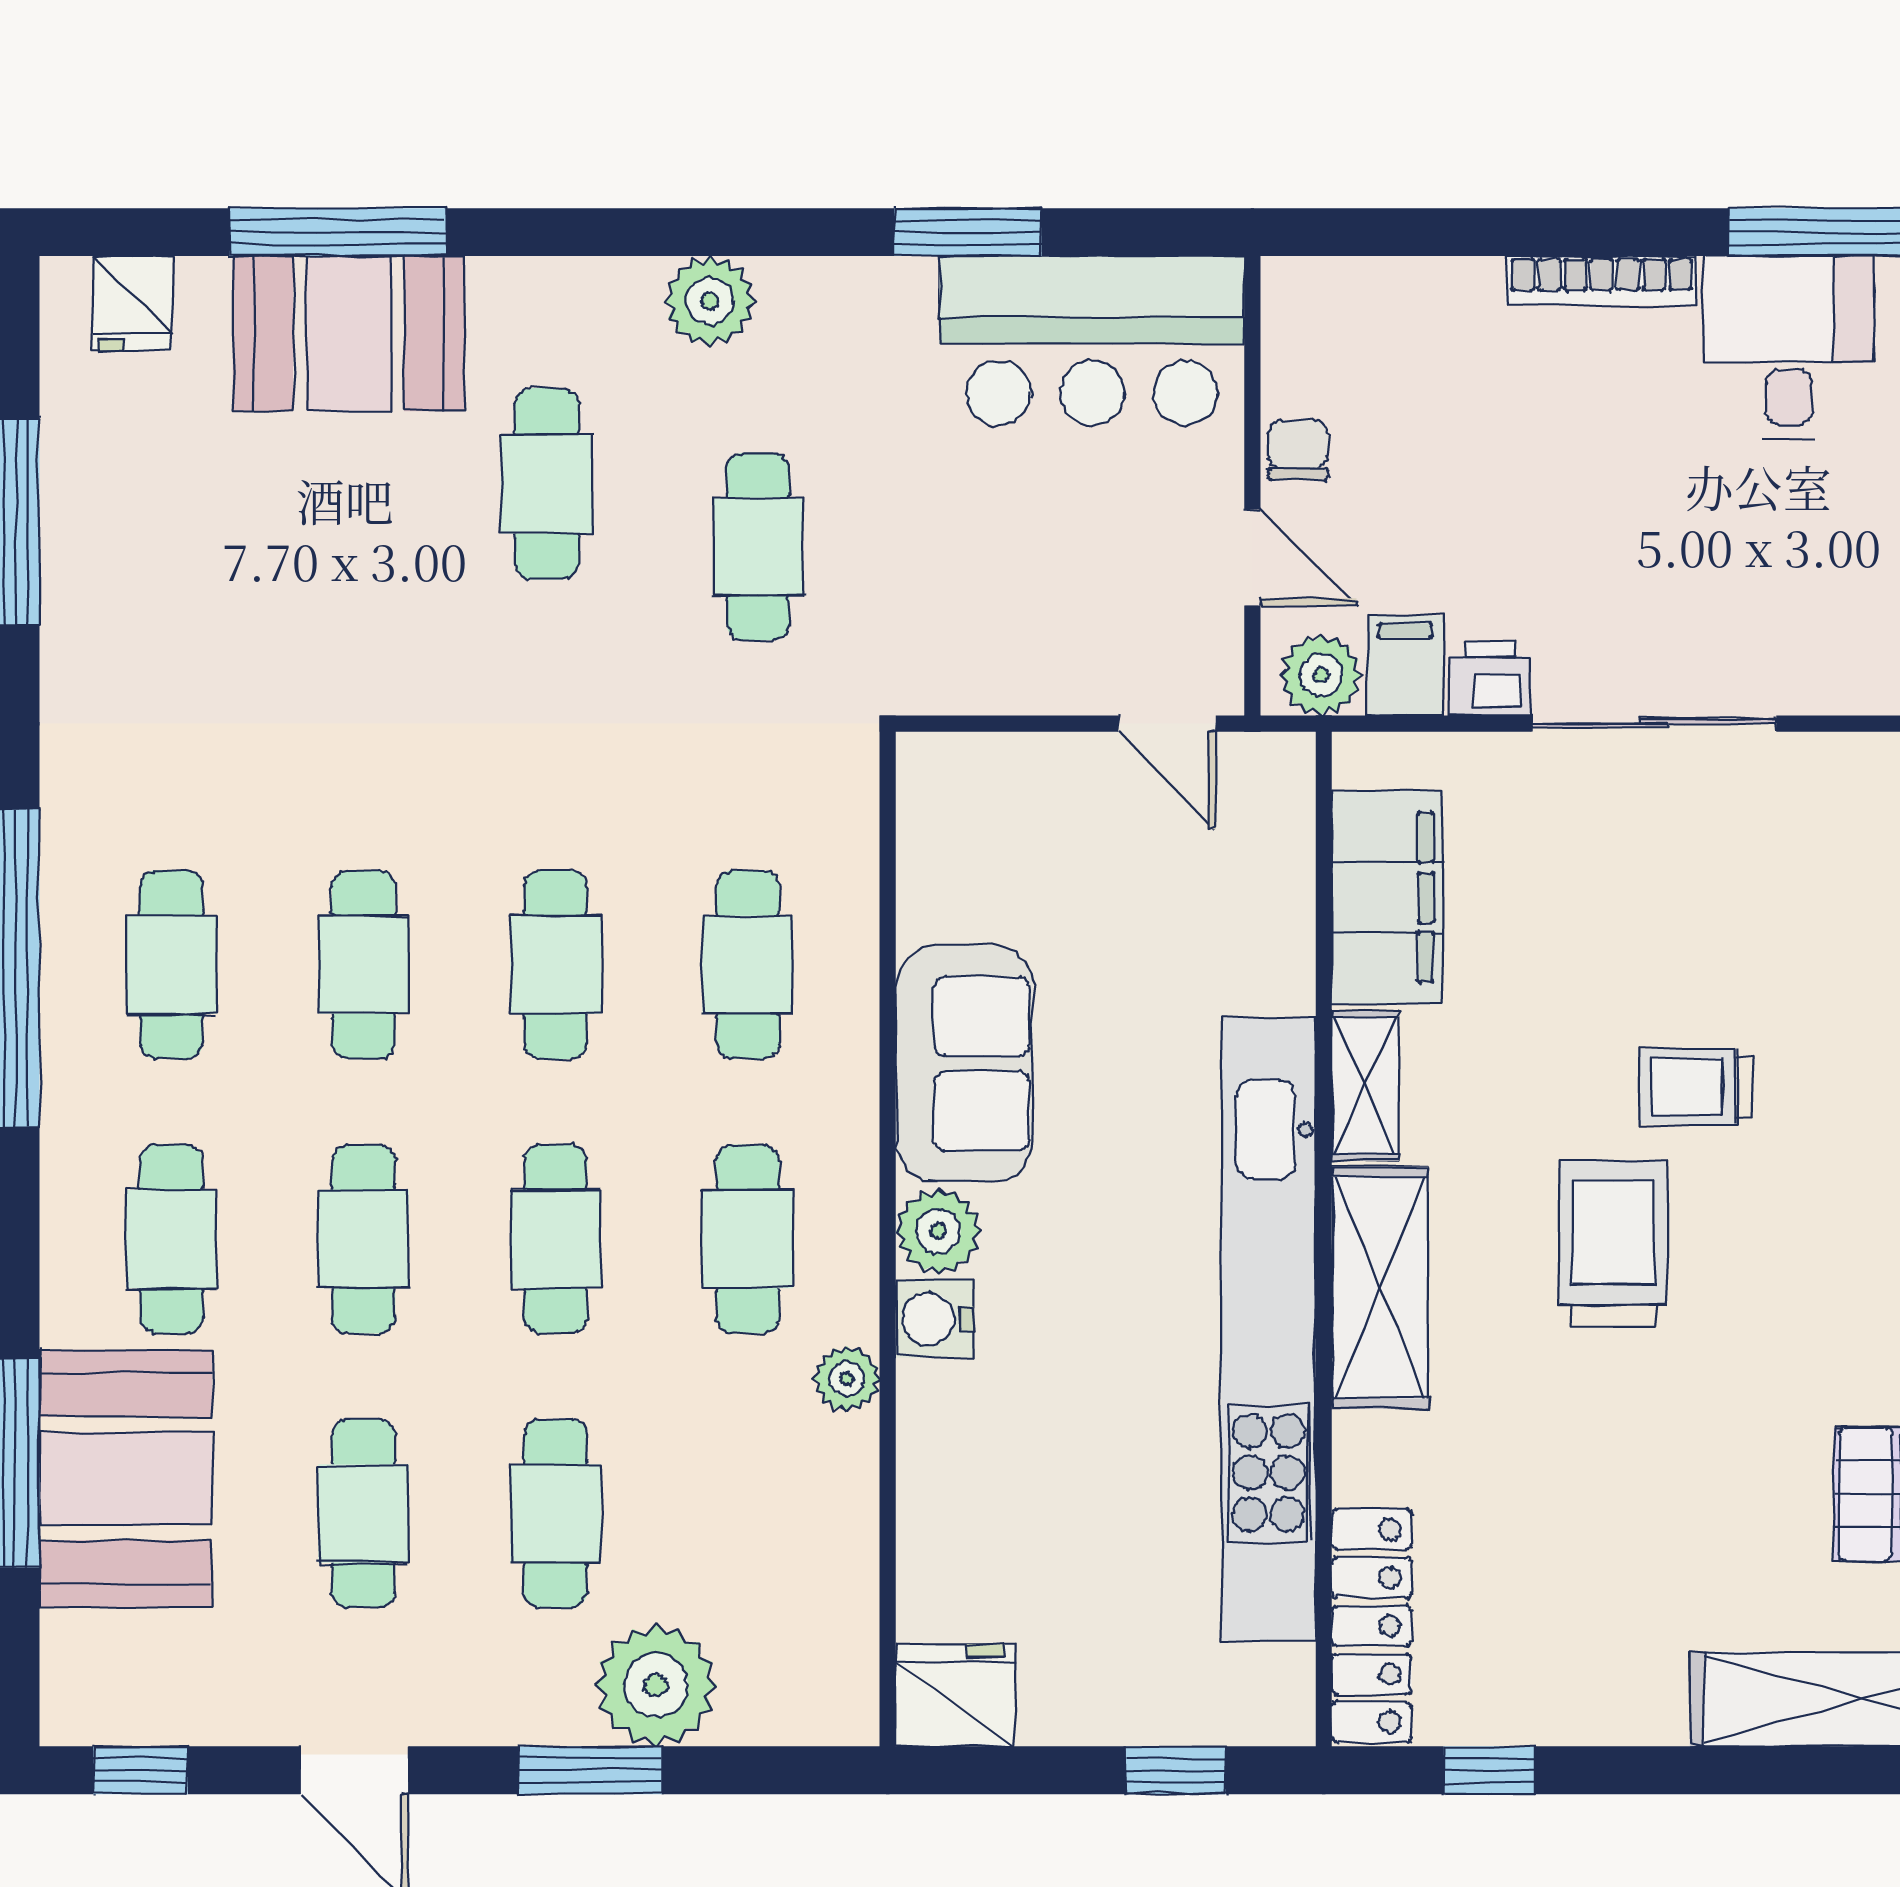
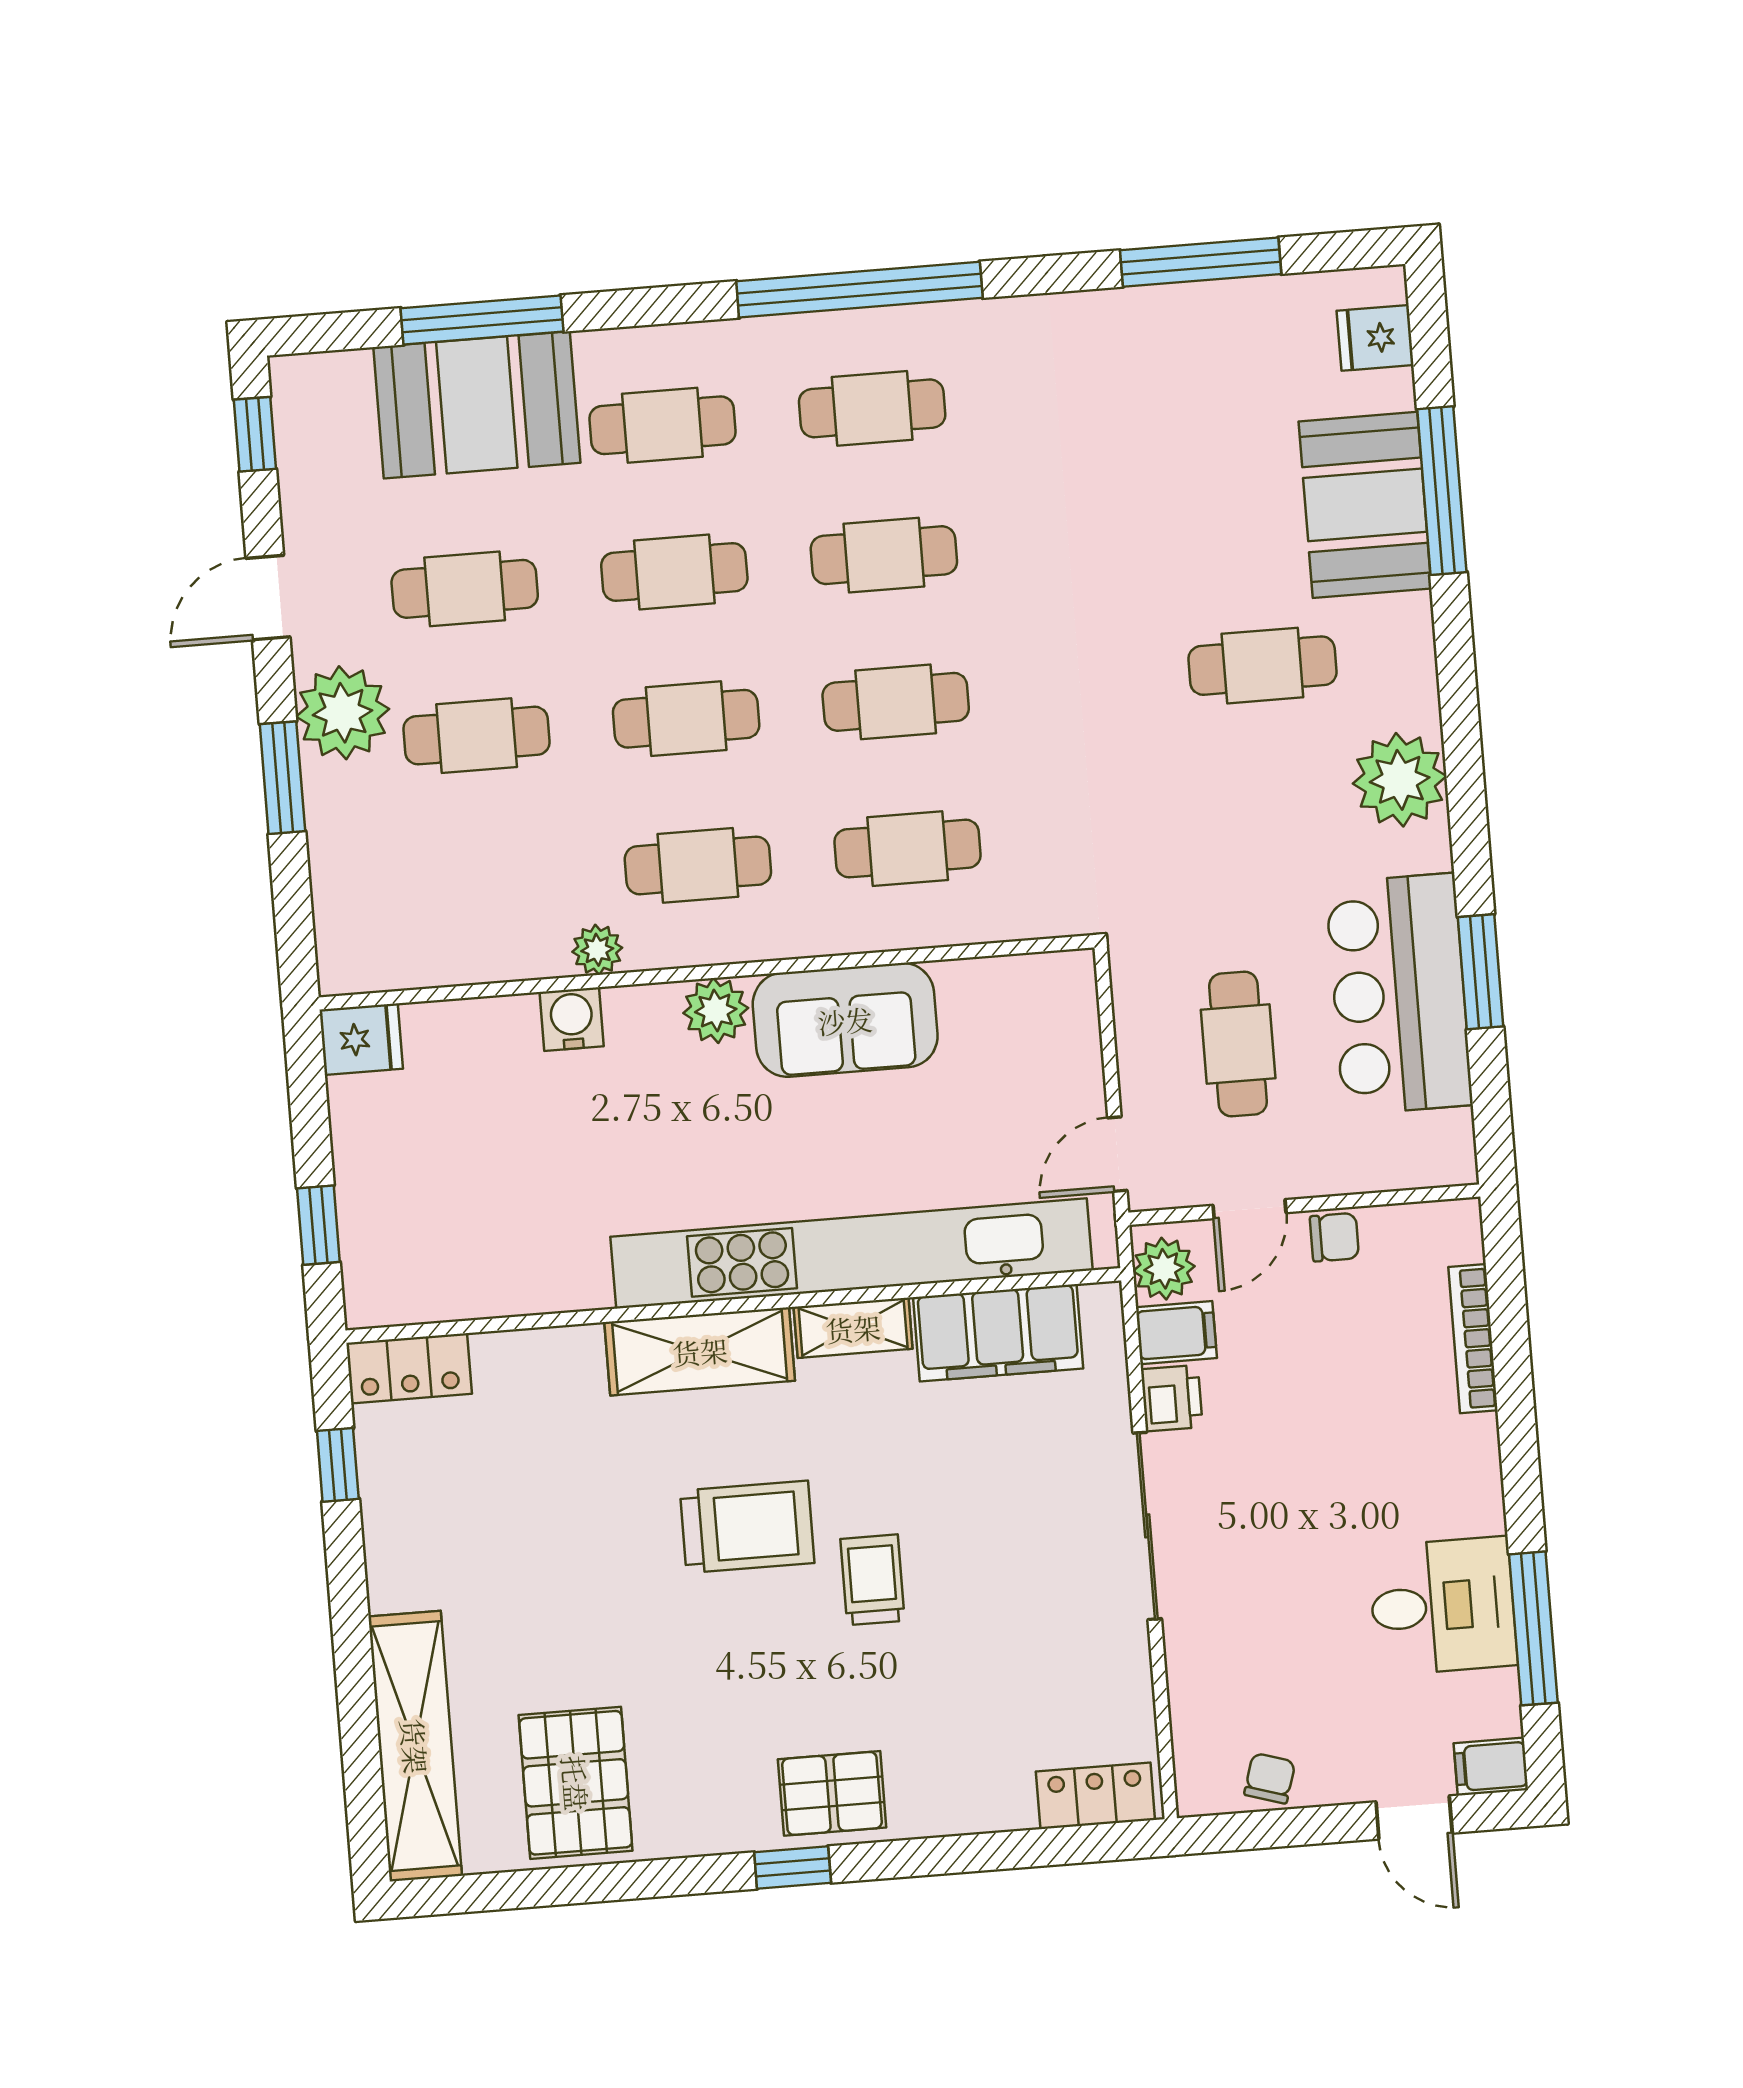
bookcase: (1602, 280) -> (1473, 1339), moved
plant: (710, 301) -> (1400, 780), width x1.36, depth x1.36
bar counter: (1092, 341) -> (1399, 994), moved
cafe table: (758, 546) -> (1238, 1044), moved, turned 90
water cooler: (934, 1319) -> (572, 1019), moved
kitchen unit: (1269, 1329) -> (852, 1253), moved
locker: (1372, 1626) -> (409, 1368), width x0.66
plant: (656, 1685) -> (343, 713), moved
fridge: (955, 1695) -> (361, 1039), width x0.72

